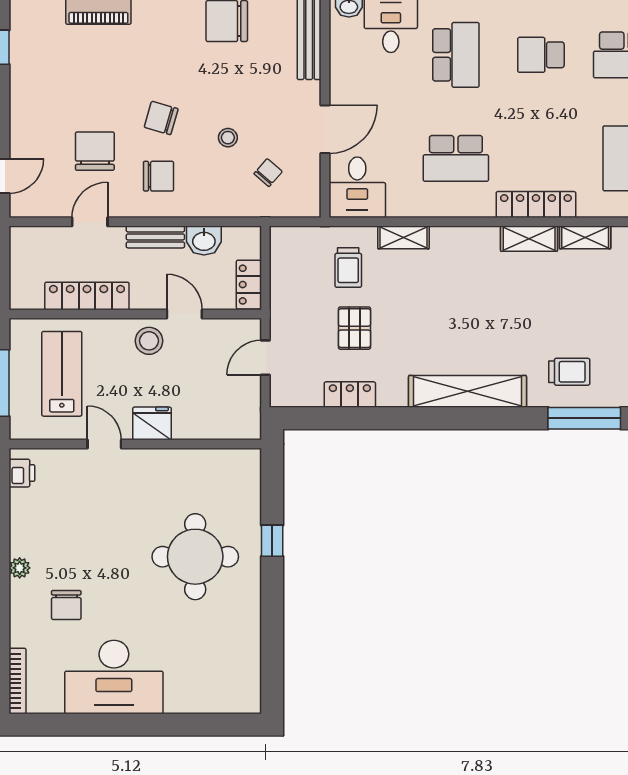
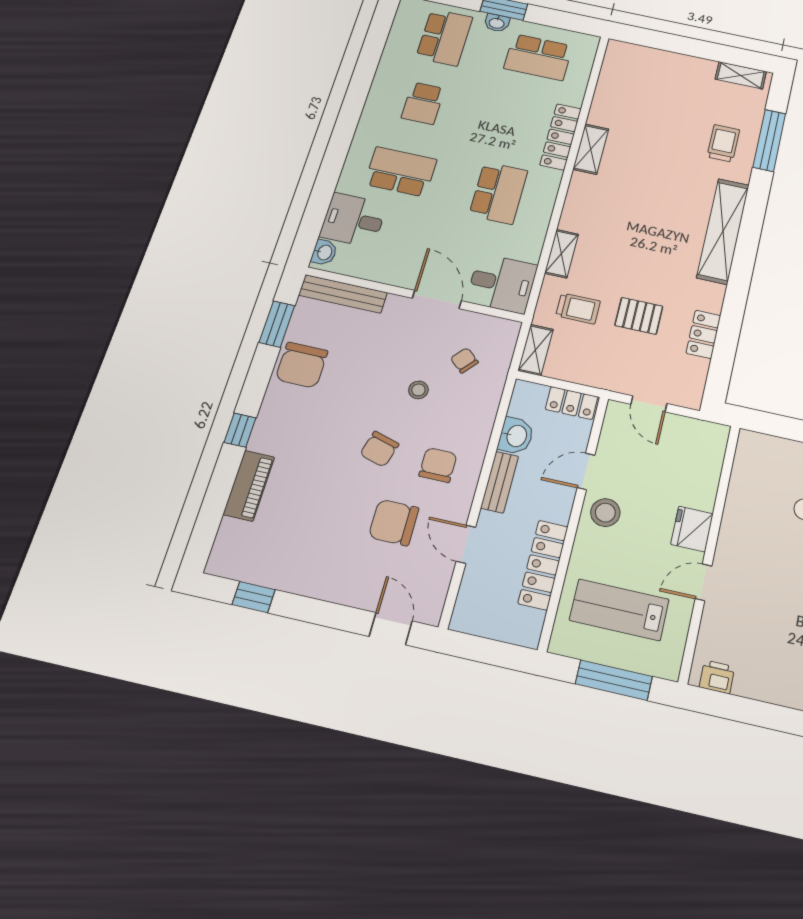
shelving: (585, 237) -> (536, 350), moved

